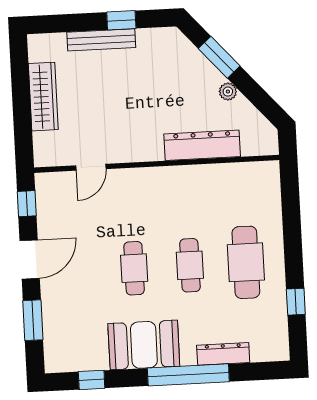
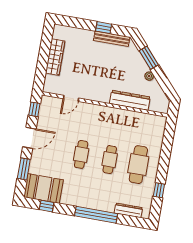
bench: (101, 40) -> (112, 39), moved
booth: (144, 345) -> (43, 188), moved
dresser: (223, 354) -> (128, 210), moved

